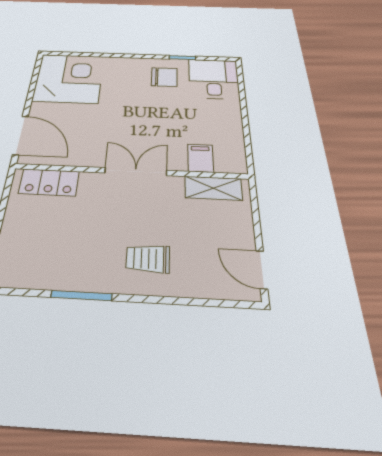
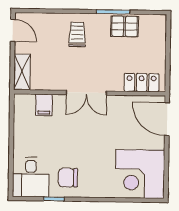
shelving: (213, 188) -> (22, 72), moved, turned 90
trolley: (148, 259) -> (77, 34), turned -90
pallet: (64, 269) -> (125, 26), added

